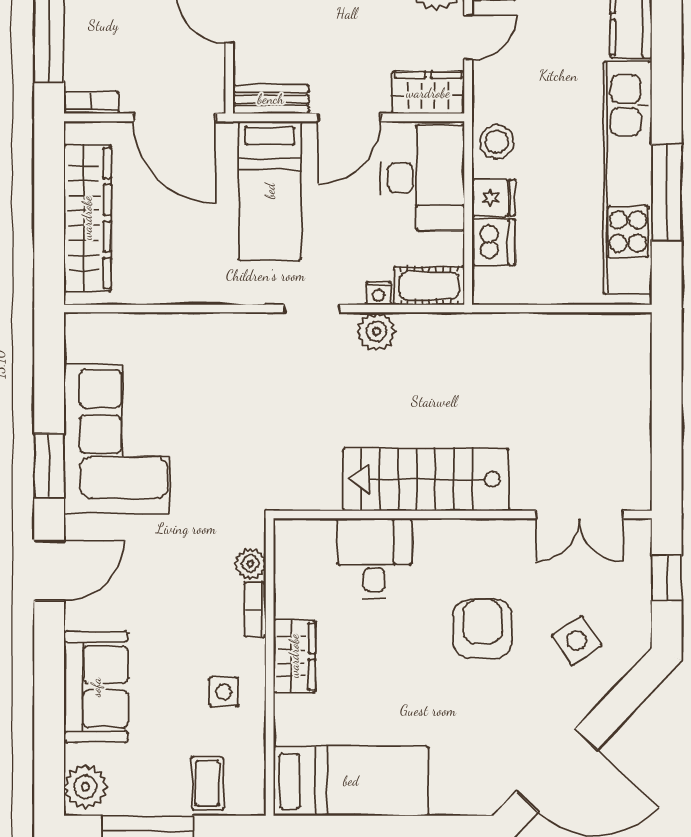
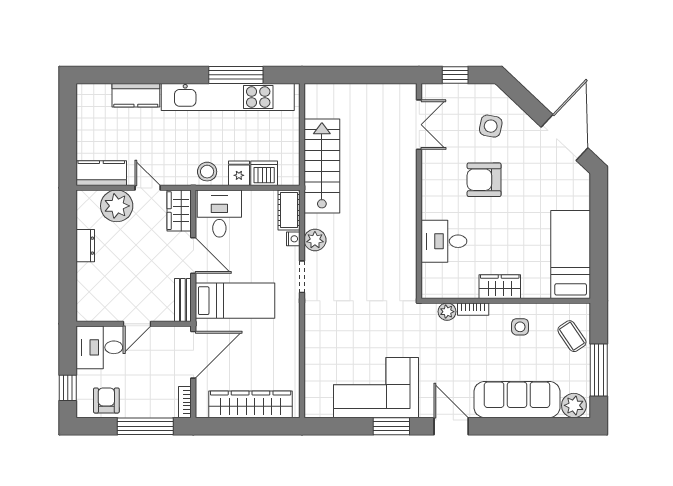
desk: (423, 178) -> (219, 214), width x0.73
stairs: (426, 479) -> (322, 166), moved, turned 180
side table: (577, 640) -> (491, 126), turned 45
sofa: (96, 687) -> (517, 400), width x1.36
coffee table: (207, 783) -> (572, 336), turned 56

